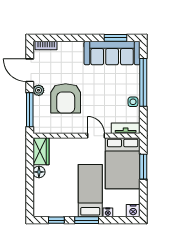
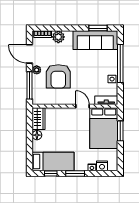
plant: (66, 49) -> (58, 37), added
bed: (90, 191) -> (53, 162), moved, turned 90
nightstand: (133, 211) -> (102, 166), moved

